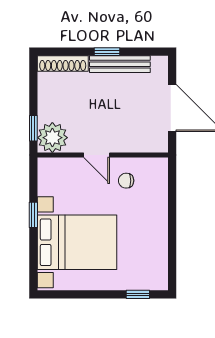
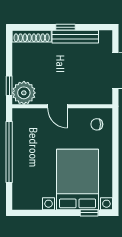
chair: (126, 181) -> (97, 124), moved
window: (33, 215) -> (9, 152), width x3.17
bed with nightstands: (77, 242) -> (77, 179), moved, turned -90

